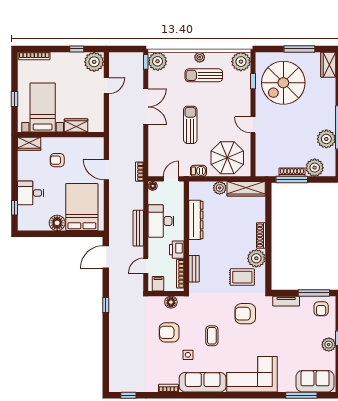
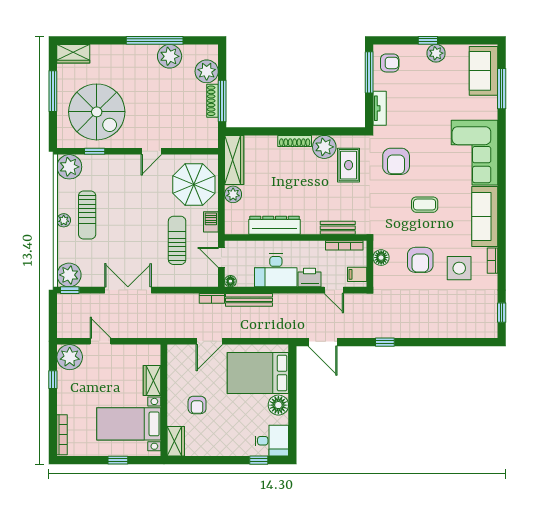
sun lounger: (190, 125) -> (177, 240), moved, turned 90
desk: (31, 193) -> (272, 441), moved, turned -90
bench: (138, 228) -> (249, 300), moved
printer: (177, 250) -> (310, 278), moved, turned 180
side table: (188, 355) -> (459, 268), moved, width x1.87, depth x1.87

